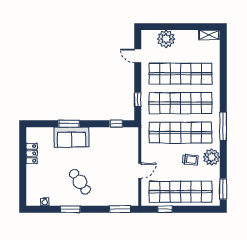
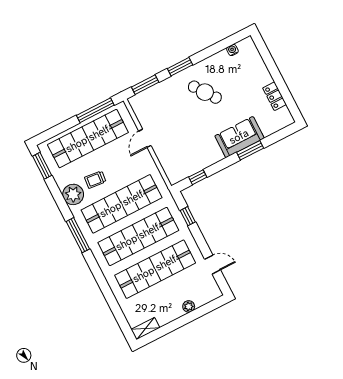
plant: (166, 39) -> (189, 306), width x0.53, depth x0.53
window: (70, 209) -> (180, 67), moved
window: (165, 209) -> (95, 110), width x2.17

